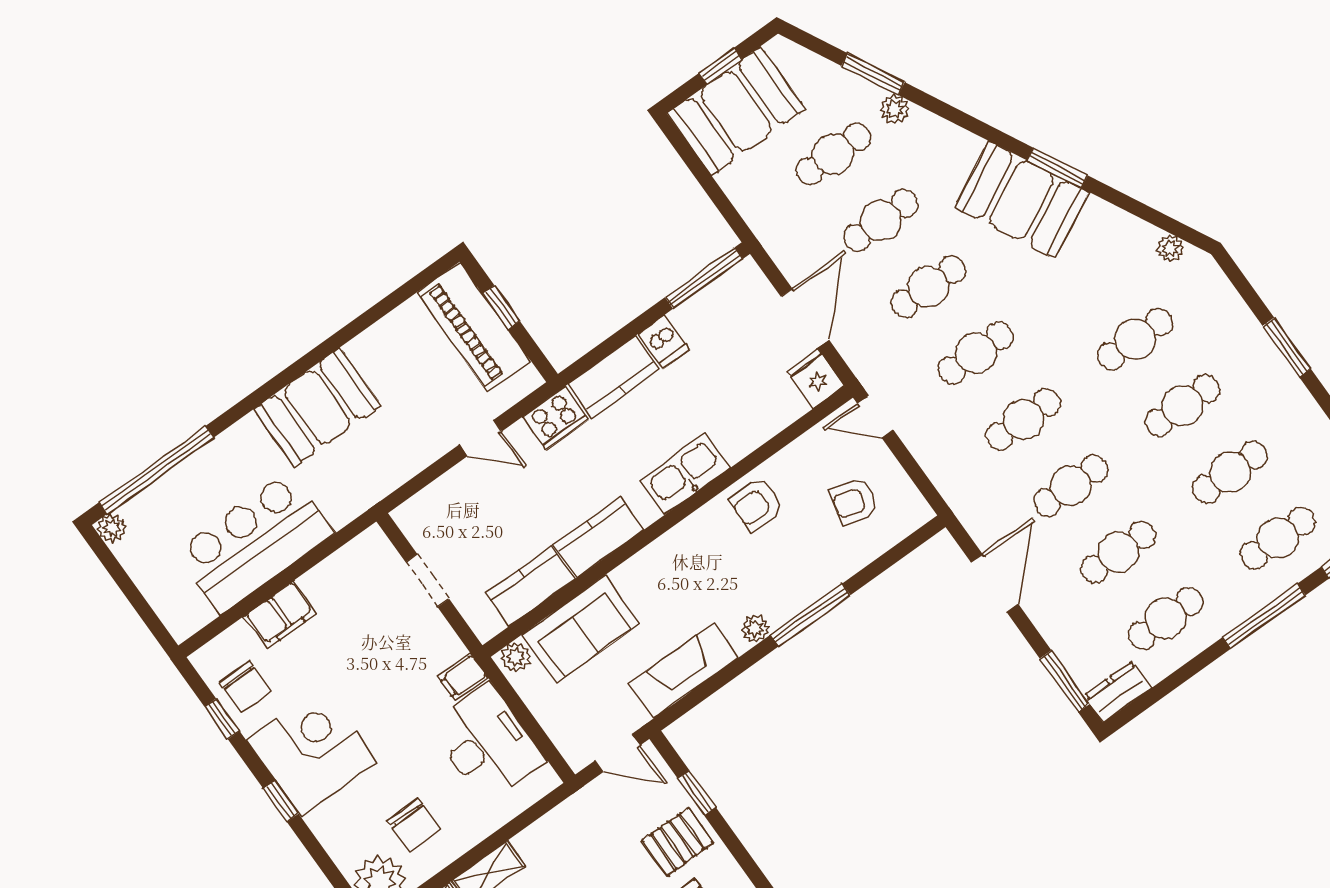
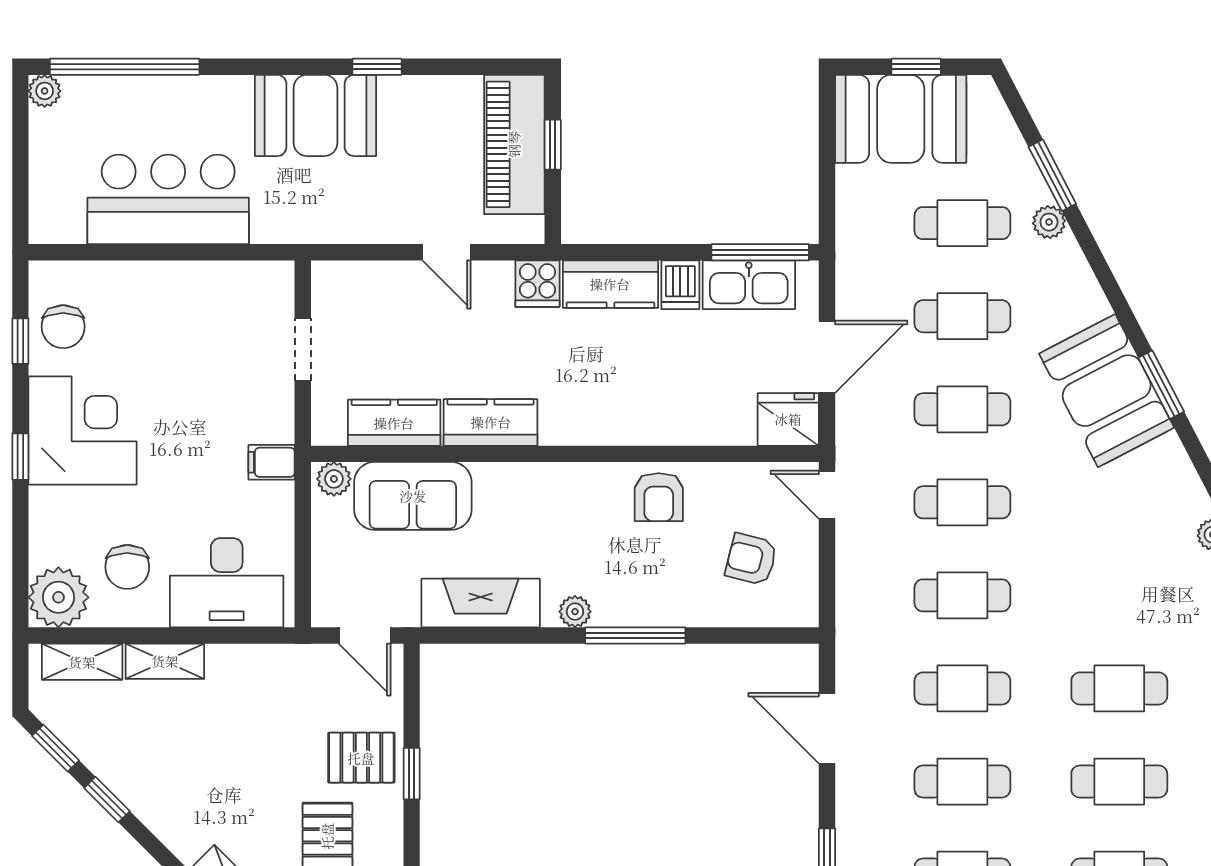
cafe table: (1135, 339) -> (1119, 595), removed
window: (336, 341) -> (377, 67), added
fridge: (815, 378) -> (788, 419), width x1.38
cooker: (556, 418) -> (537, 284), width x0.73
kitchen sink: (685, 474) -> (749, 285), moved, turned 180
armchair: (757, 504) -> (659, 497), turned -90
door: (995, 583) -> (827, 728), swing flipped
filing cabinet: (281, 615) -> (144, 283), removed
desk: (487, 743) -> (227, 583), moved, turned 90
window: (697, 793) -> (412, 774), moved

